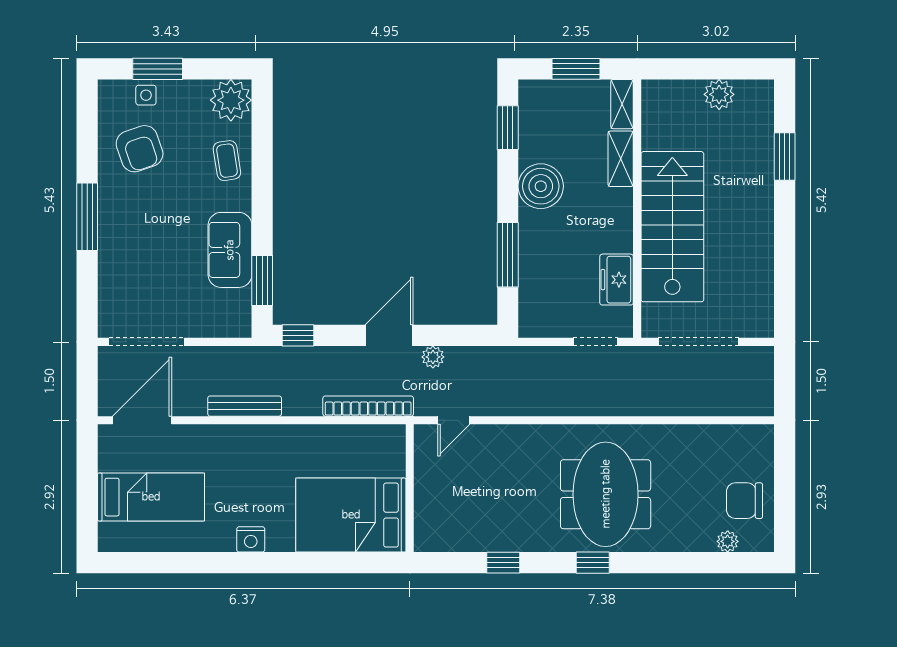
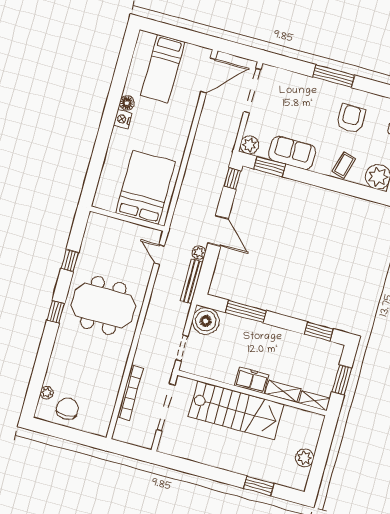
armchair: (140, 149) -> (351, 118), moved, turned 109
coffee table: (227, 161) -> (344, 165), turned -66
boiler: (541, 186) -> (206, 321), moved
freezer: (617, 280) -> (252, 380), moved
plant: (236, 323) -> (249, 145), added
bench: (245, 406) -> (191, 281), moved
bookcase: (368, 406) -> (130, 393), moved
door: (142, 420) -> (208, 76), hinge flipped
meeting table: (606, 494) -> (103, 305), moved
bed: (351, 515) -> (146, 187), moved
floor lamp: (222, 540) -> (127, 103), added

